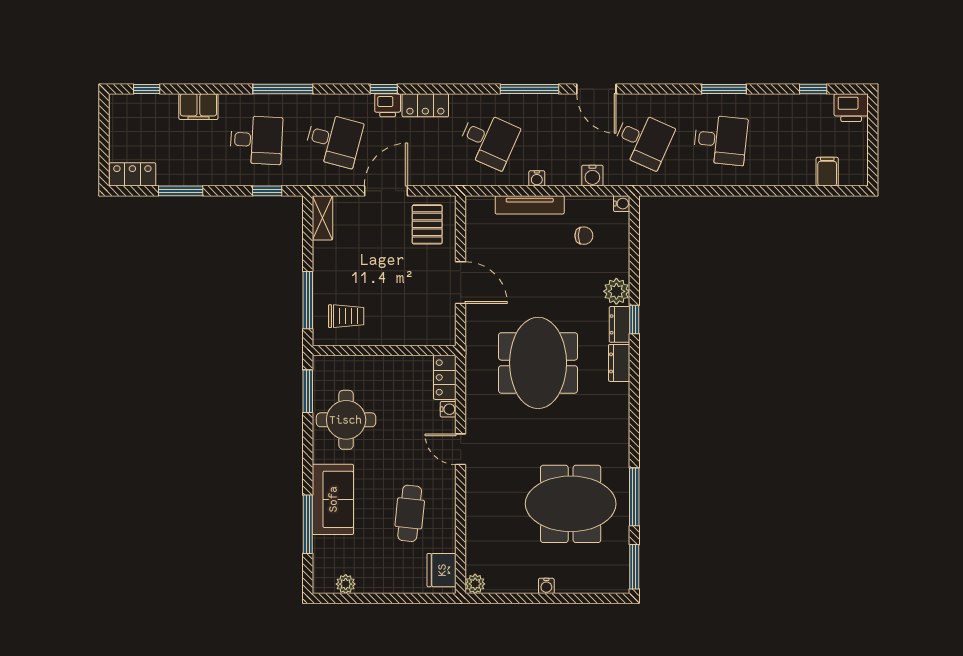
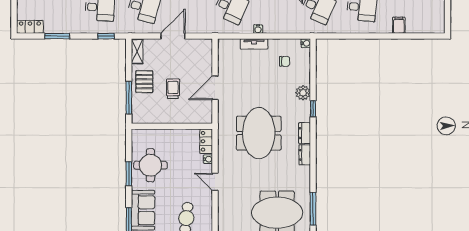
filing cabinet: (827, 172) -> (399, 25), moved
water cooler: (592, 176) -> (289, 28), removed
tv unit: (530, 205) -> (254, 44), width x0.71
pallet: (427, 224) -> (144, 82), moved
door: (461, 283) -> (215, 88), swing flipped
trolley: (346, 316) -> (173, 89), moved, turned -90
dresser: (619, 324) -> (305, 155), moved
window: (308, 391) -> (129, 174), moved

